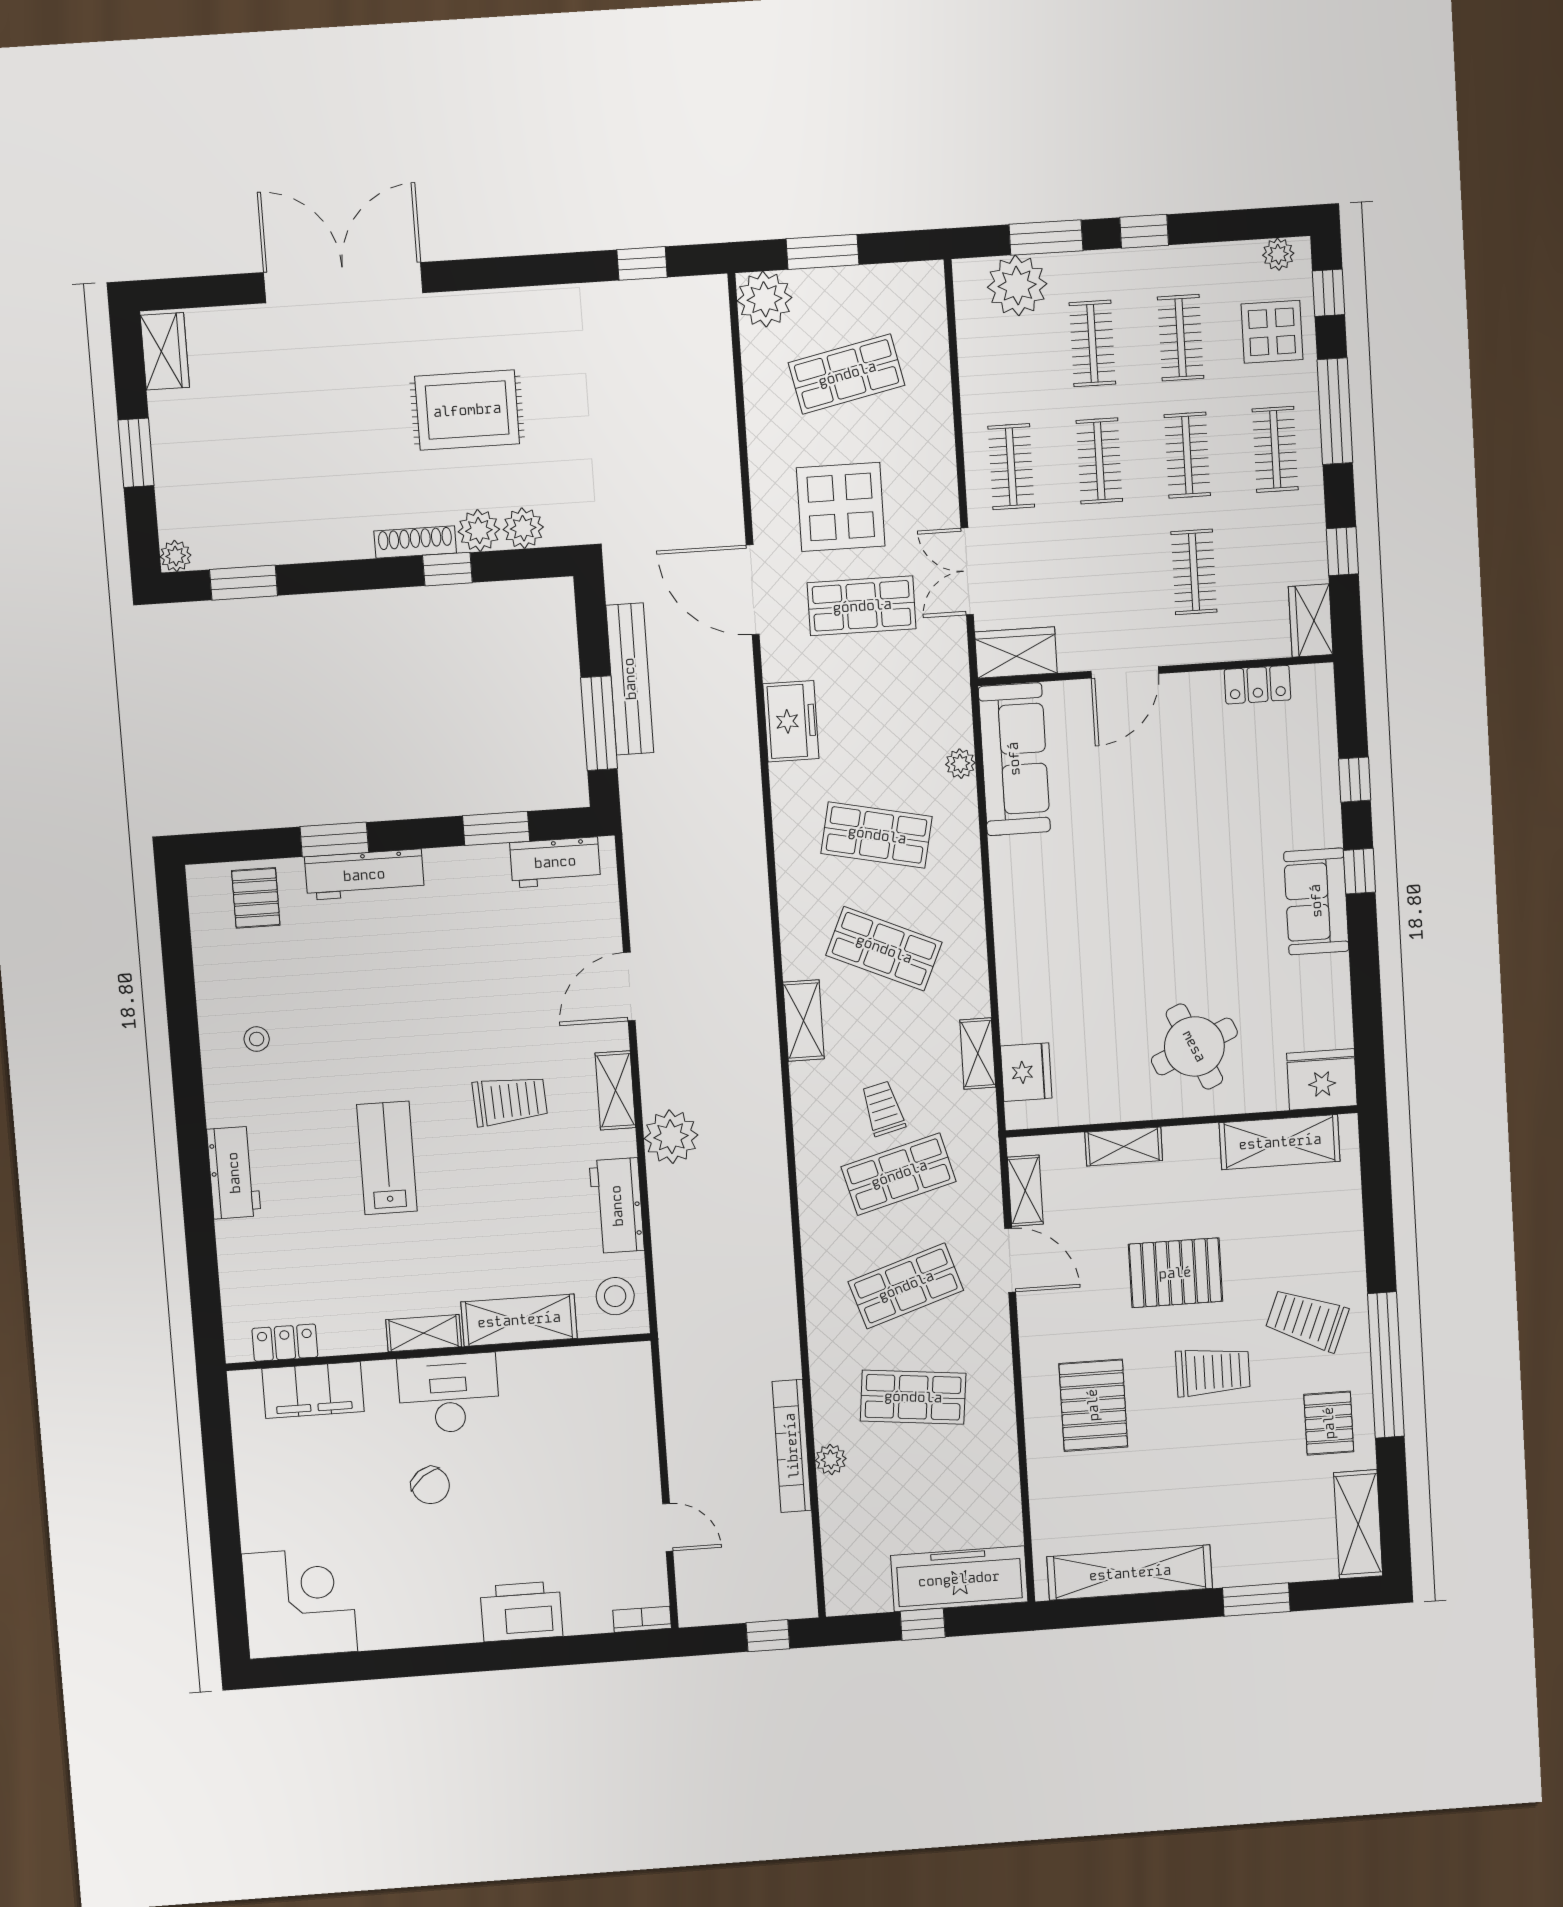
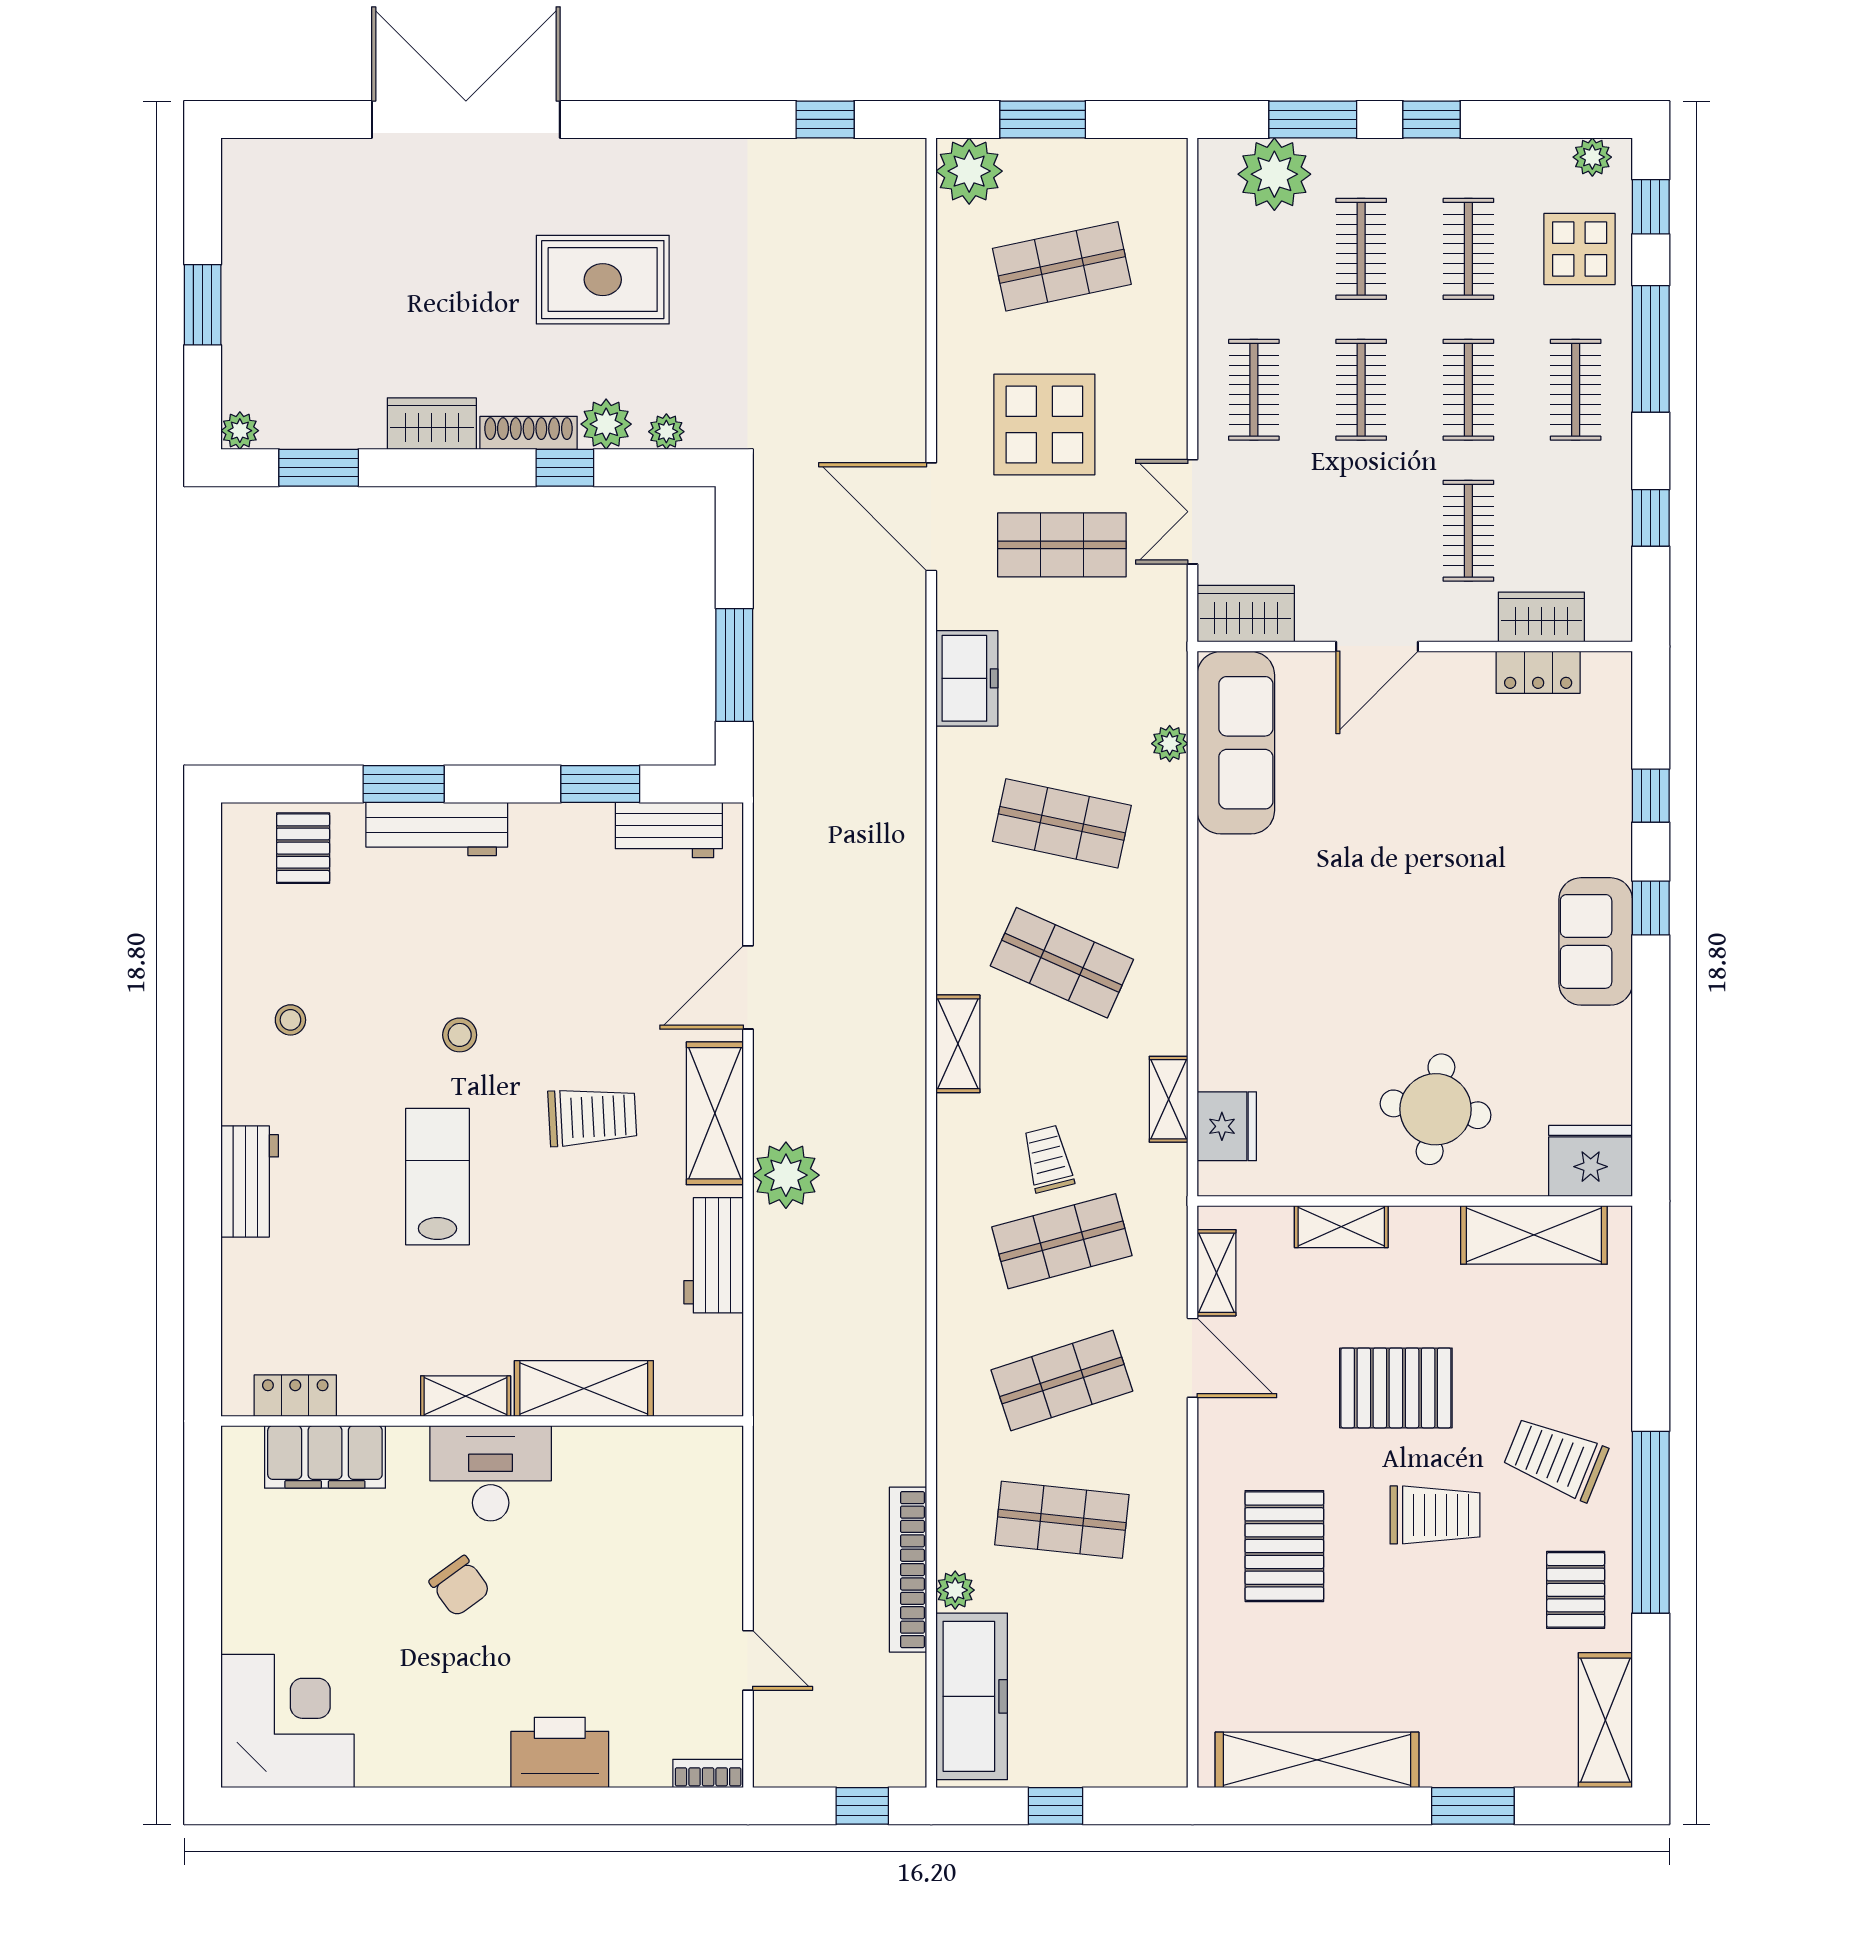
wardrobe: (165, 351) -> (432, 424), moved, turned -90
plant: (523, 528) -> (666, 432), width x0.73, depth x0.73
wardrobe: (1311, 621) -> (1541, 617), moved, turned 90
bench: (630, 679) -> (775, 614), removed
round table: (1194, 1046) -> (1436, 1109), turned 32
shelving: (615, 1090) -> (715, 1113), width x1.50, depth x1.33
stool: (615, 1296) -> (460, 1035), moved, width x0.73, depth x0.73
freezer: (959, 1579) -> (972, 1696), moved, turned 90

